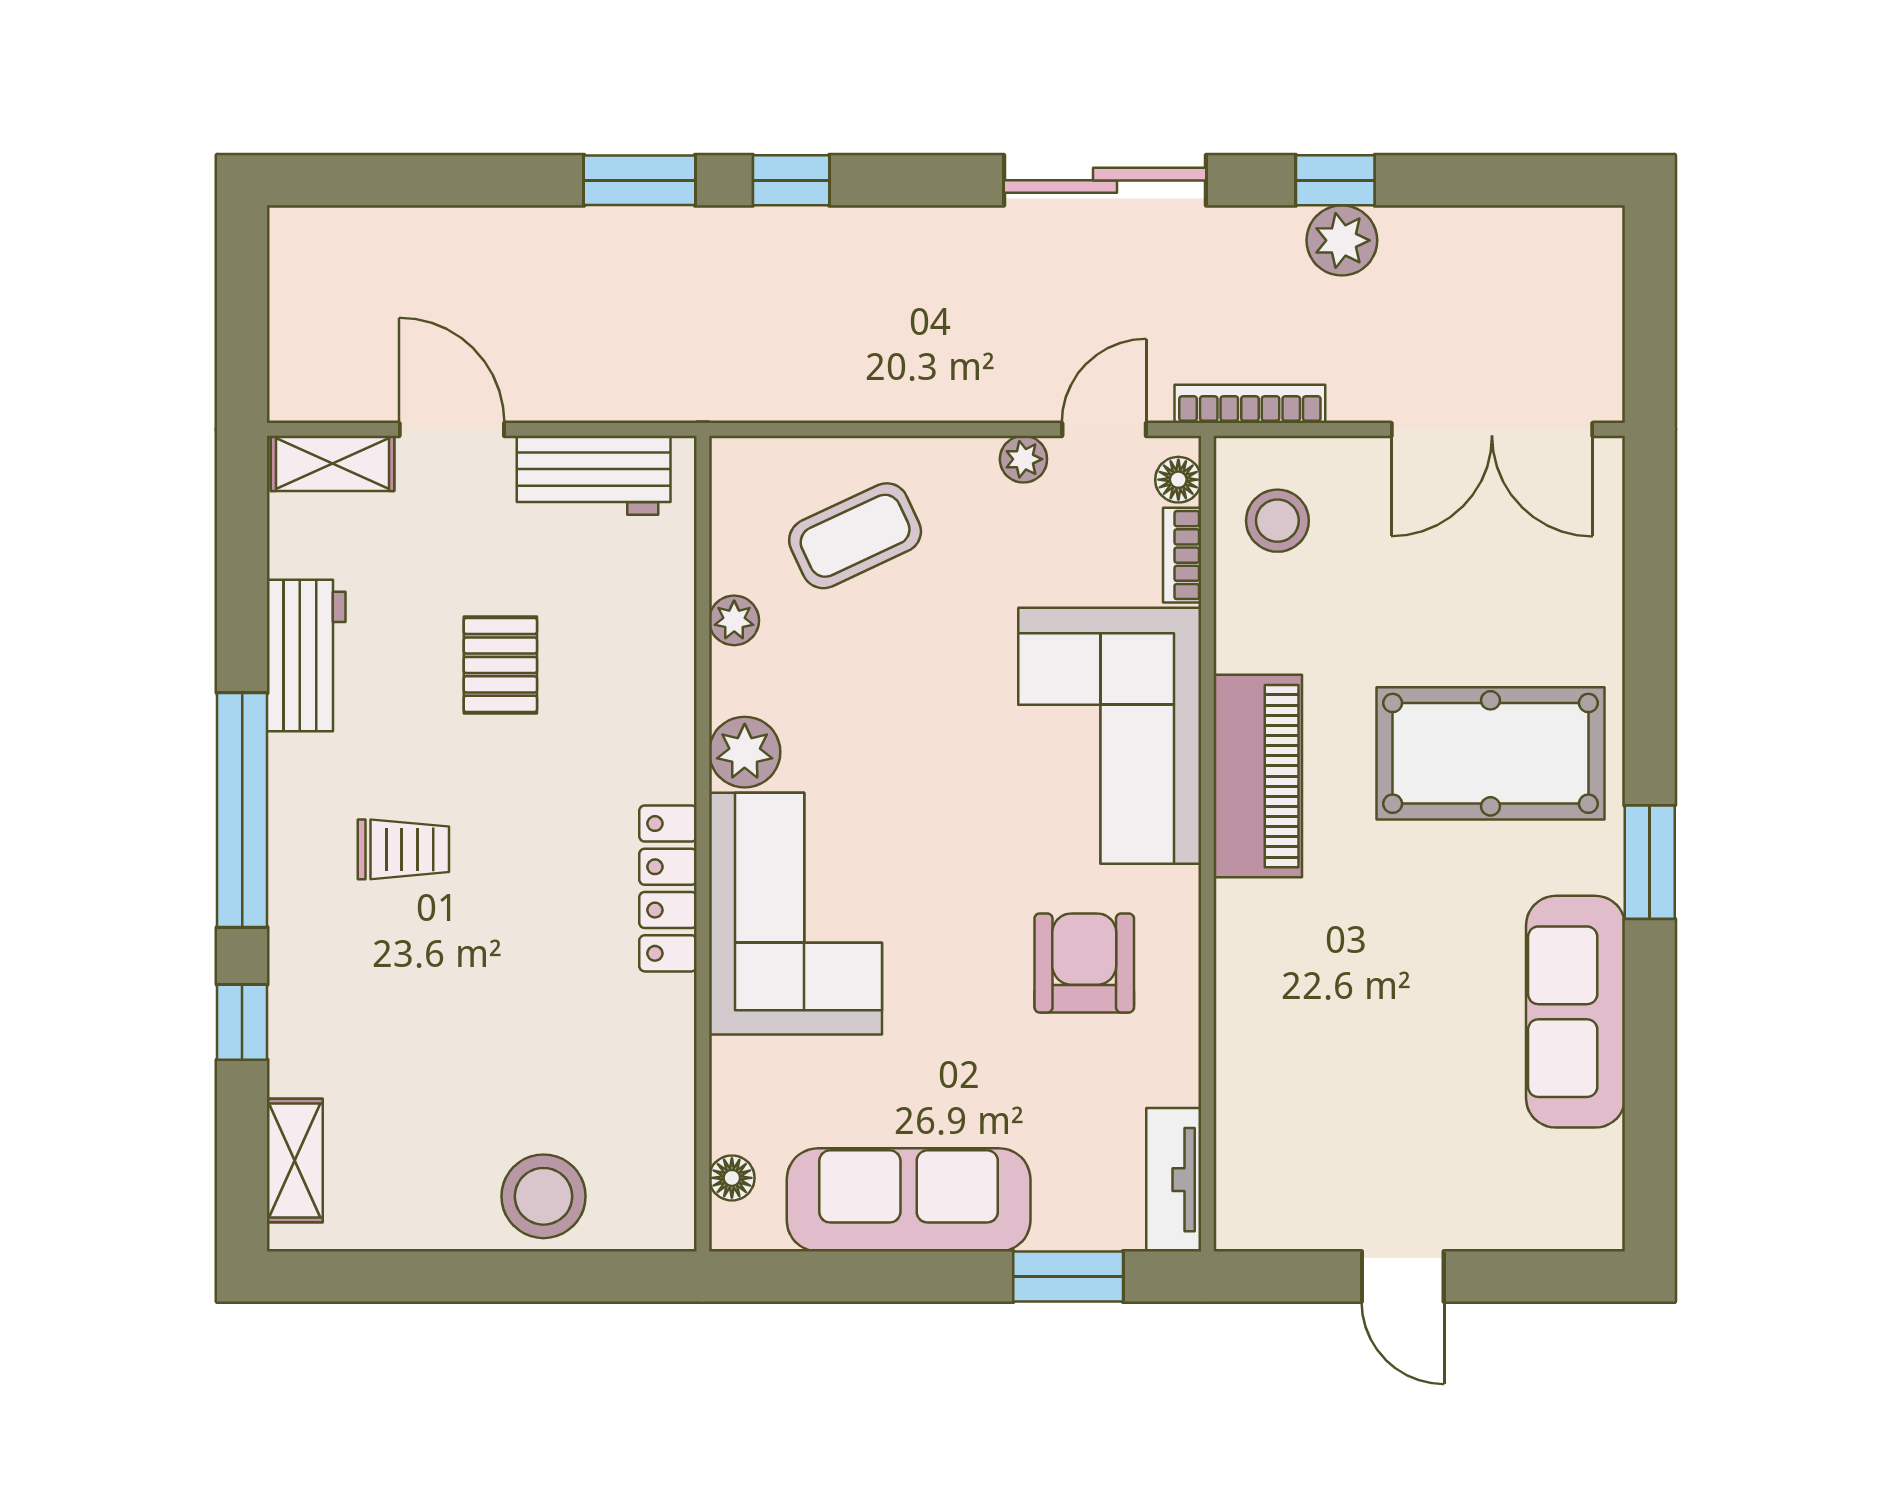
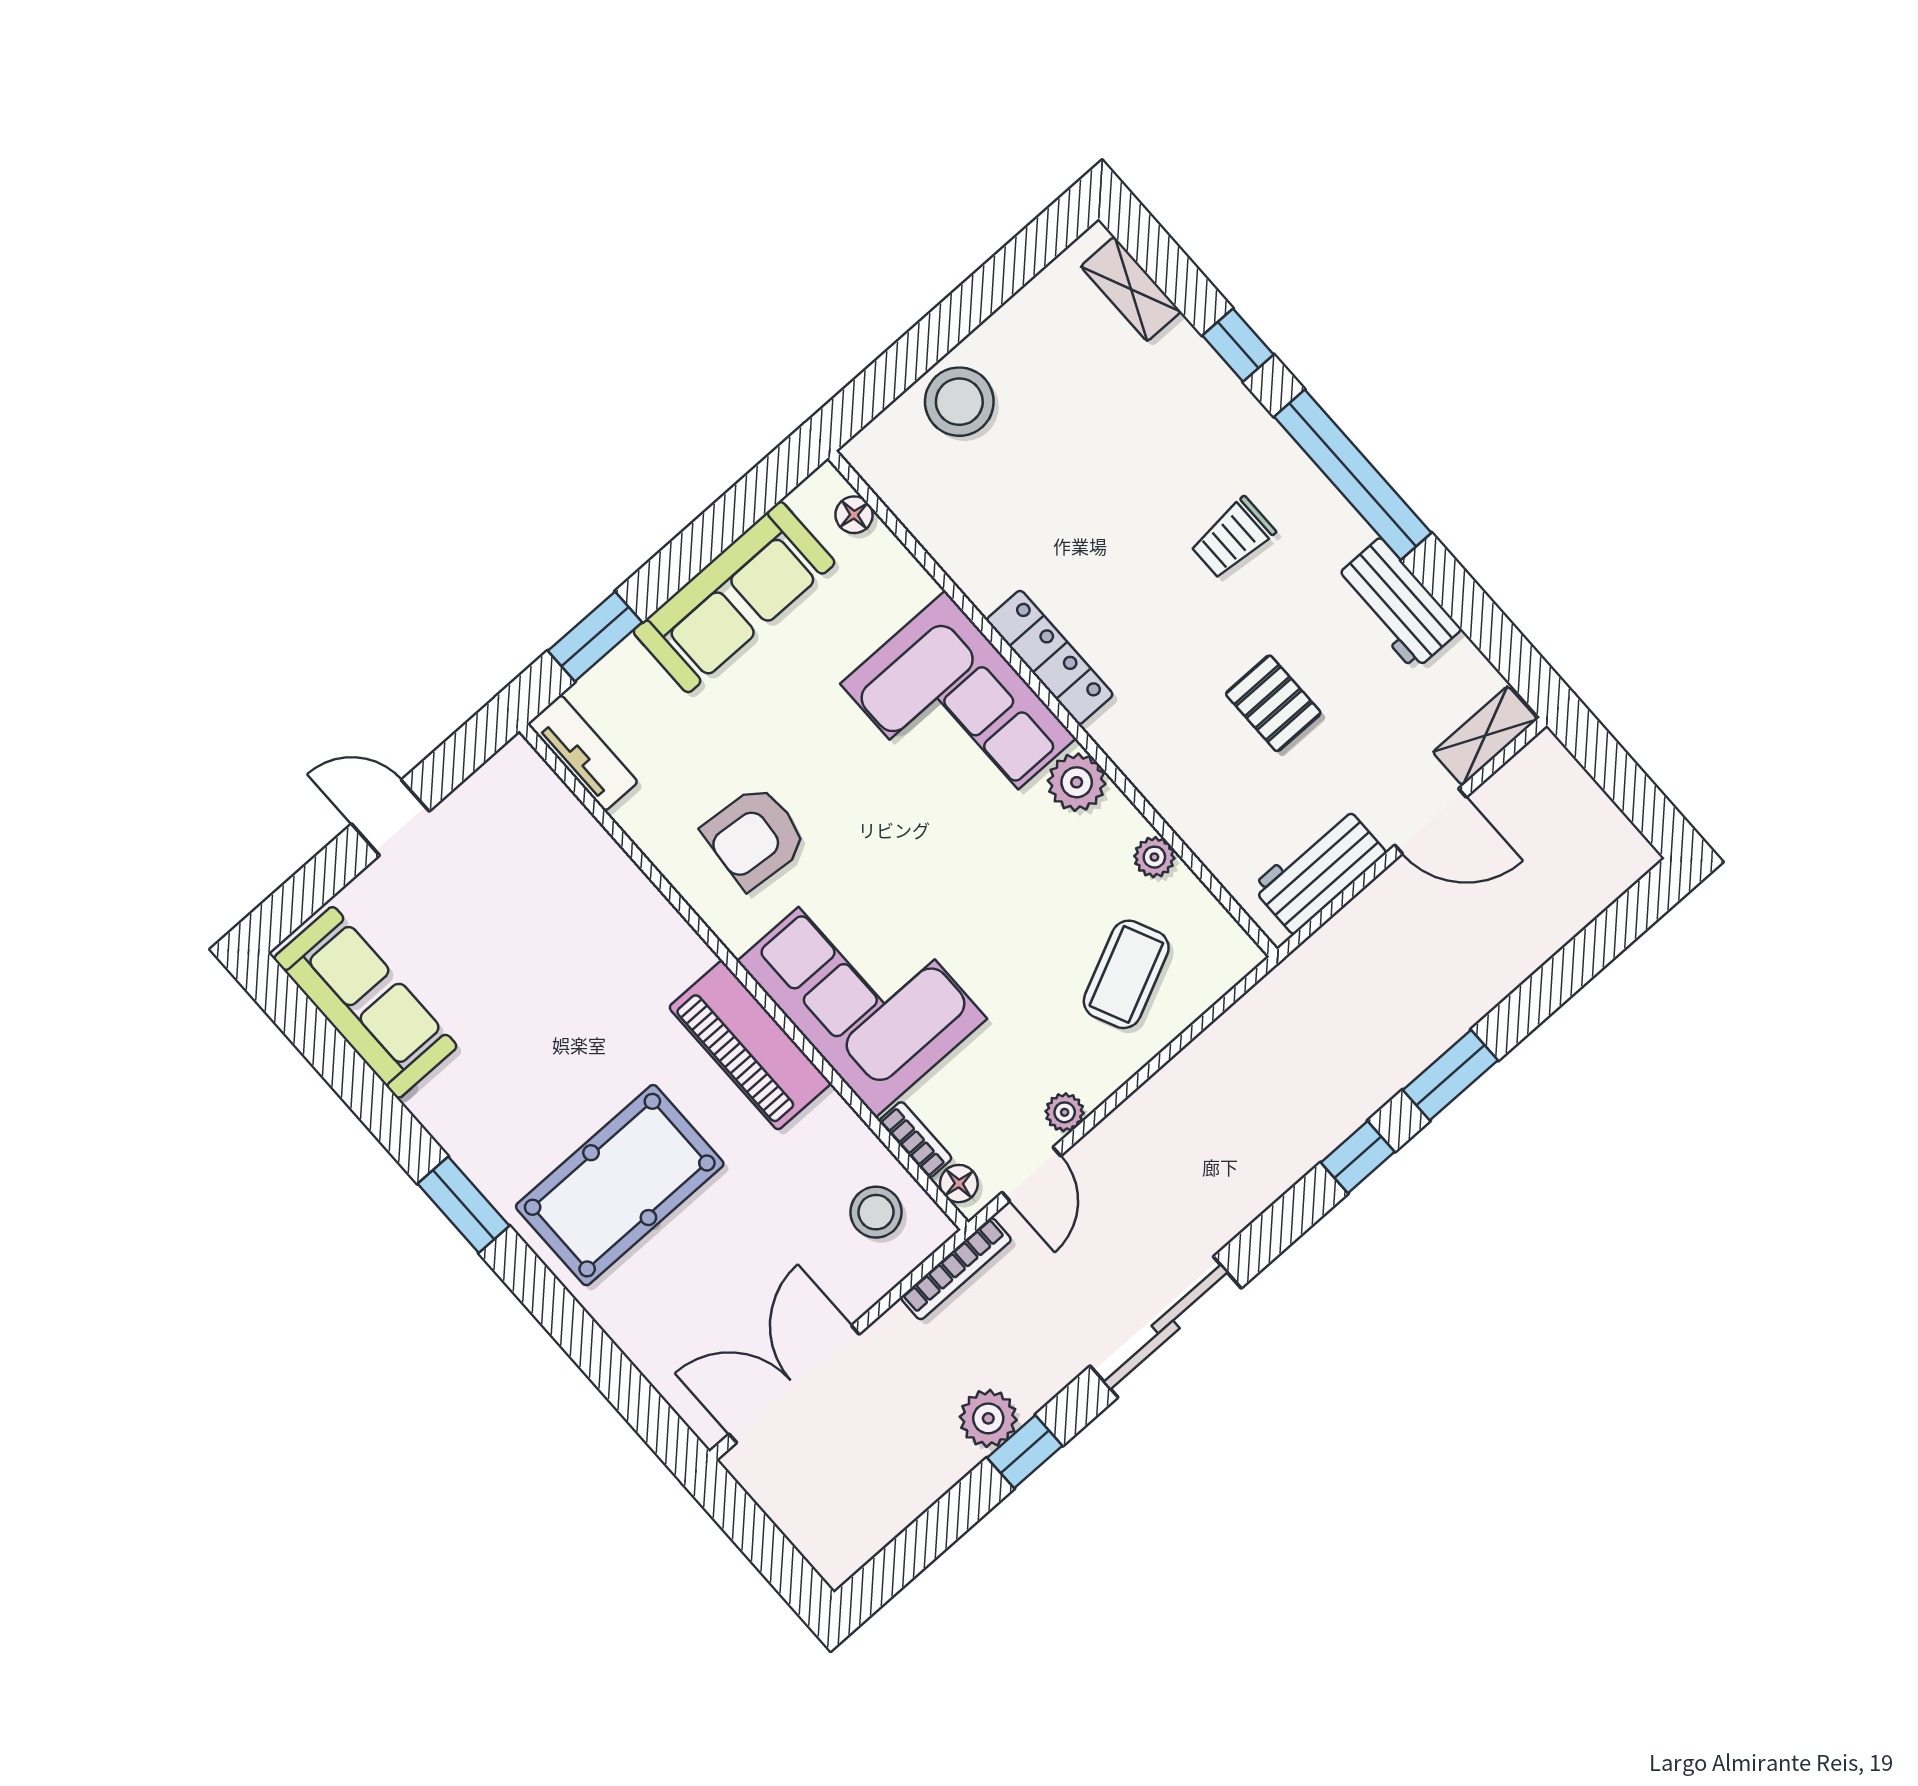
armchair: (1084, 963) -> (755, 837), turned 95
sofa: (1575, 1012) -> (365, 1002), moved

